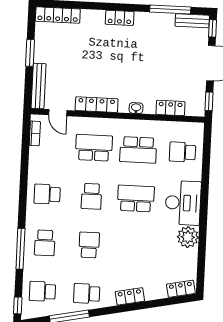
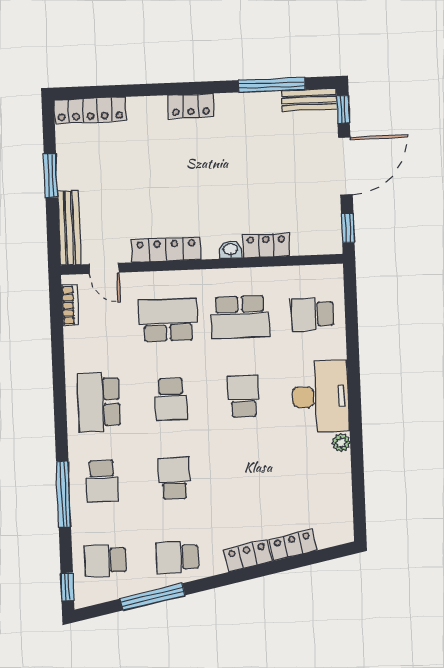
locker: (170, 108) -> (266, 245), moved
school desk: (47, 194) -> (99, 402), width x1.85
school desk: (136, 198) -> (243, 396), width x0.54
plant: (188, 237) -> (341, 443), width x0.53, depth x0.53
locker: (181, 289) -> (293, 545), moved

